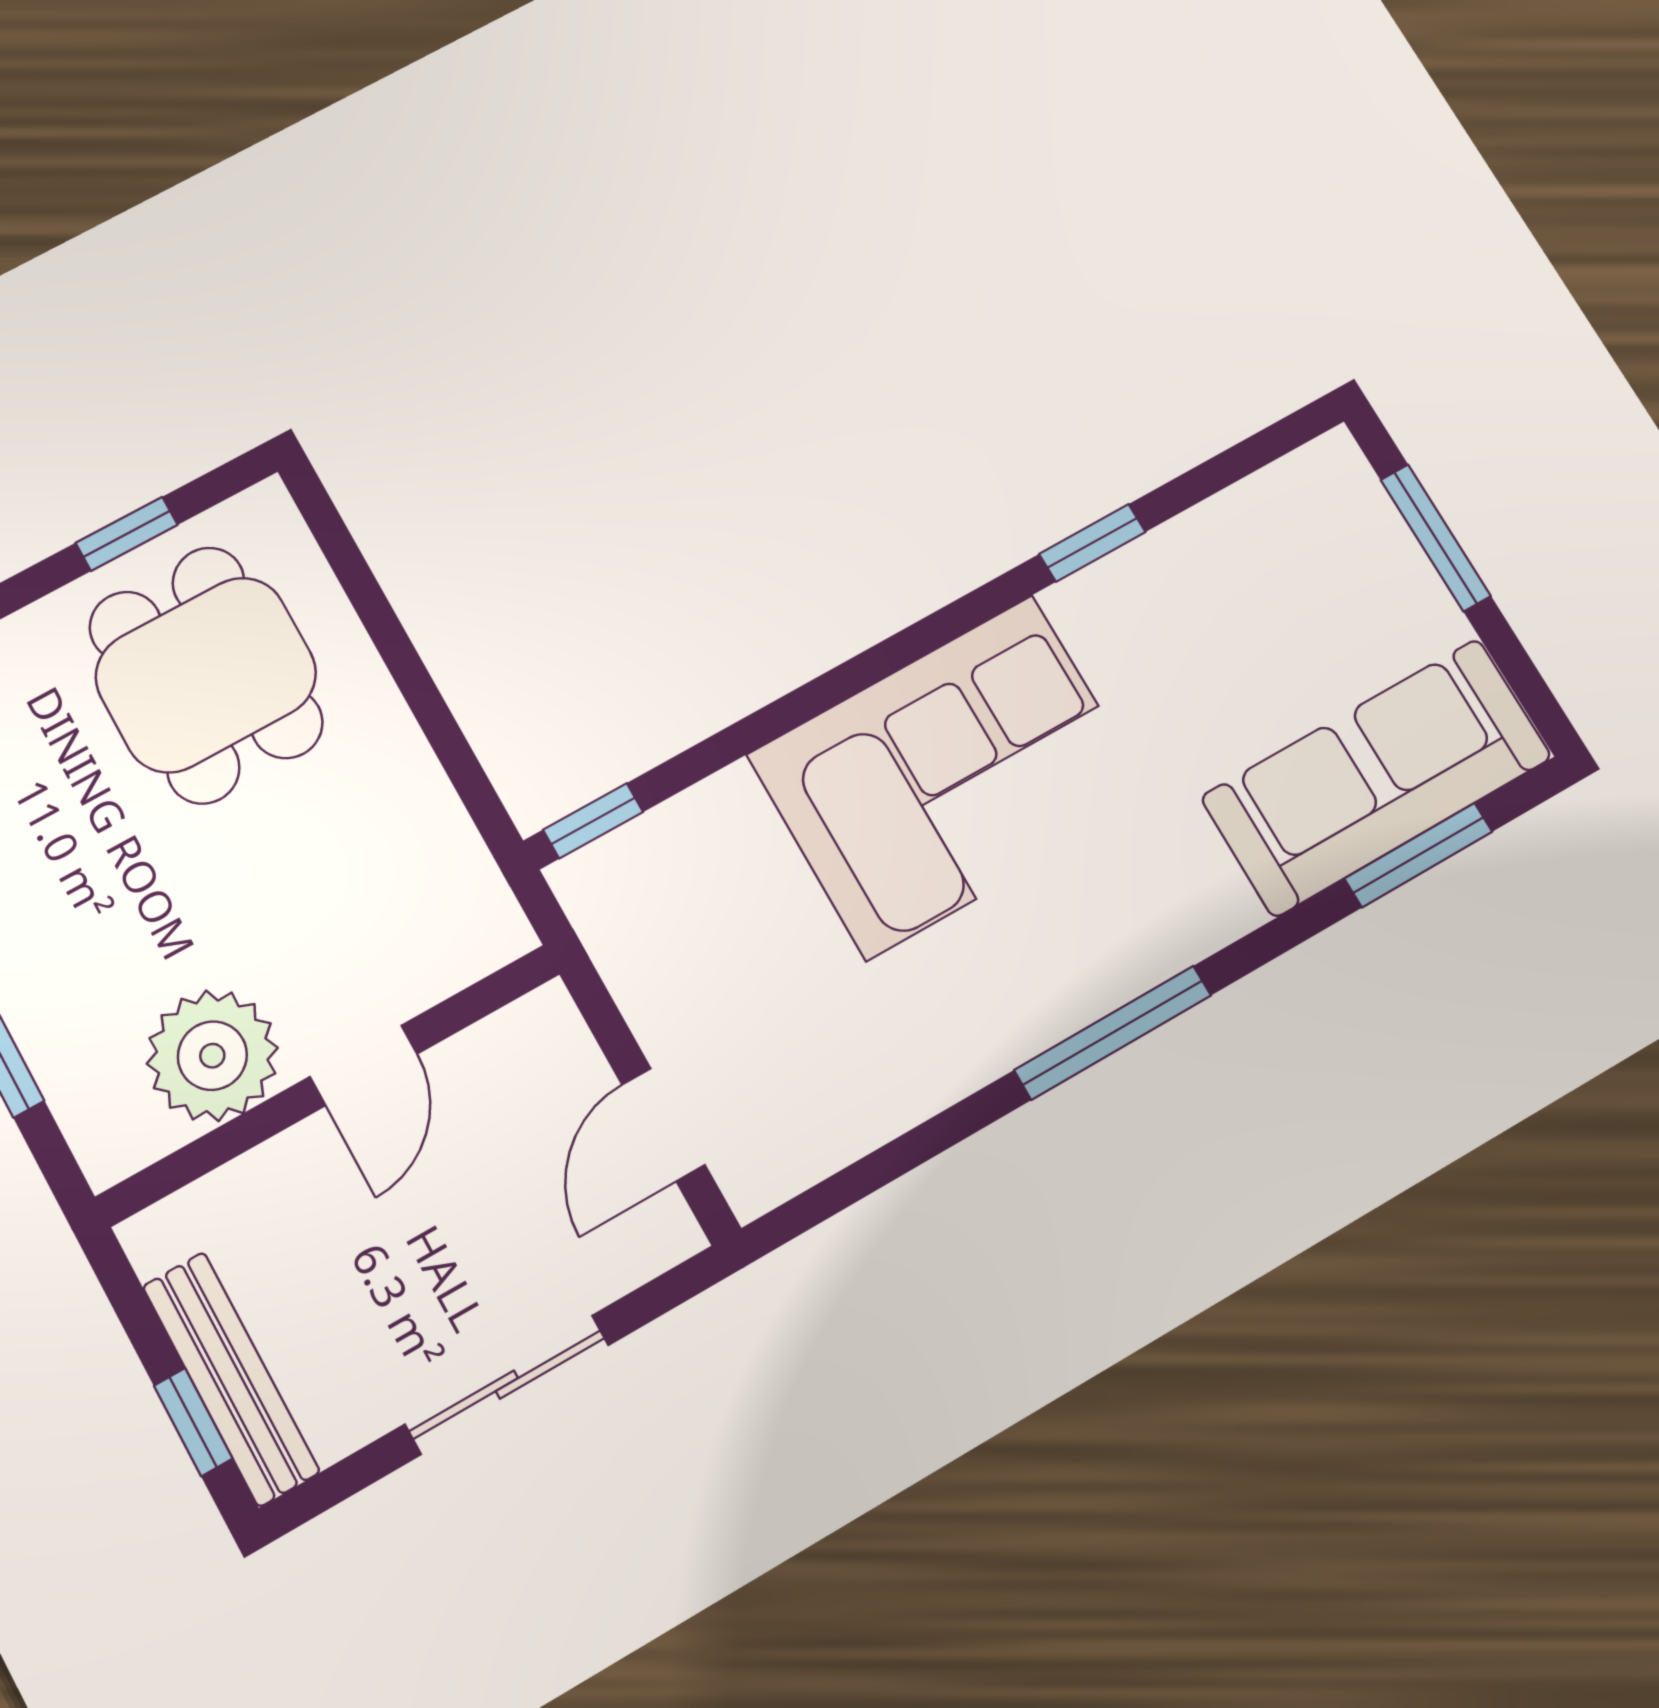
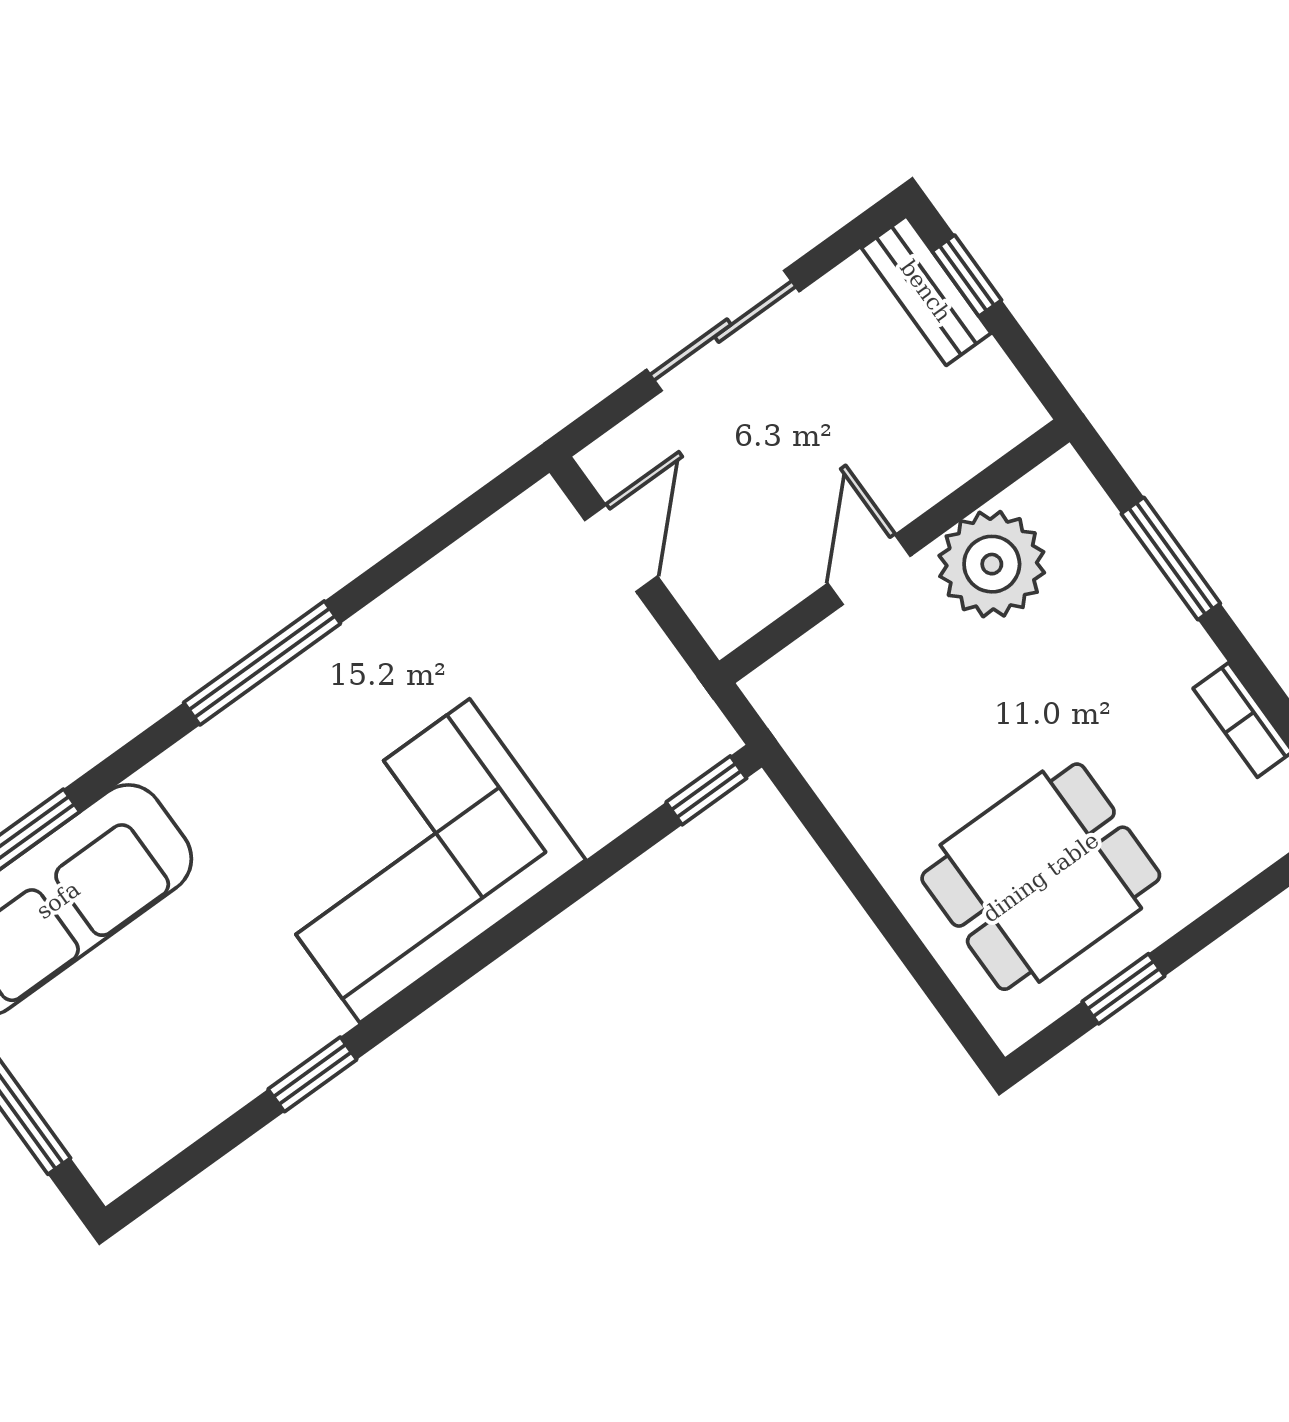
dining table: (206, 675) -> (1041, 877), turned 90
bench: (231, 1379) -> (926, 291), width x0.73

